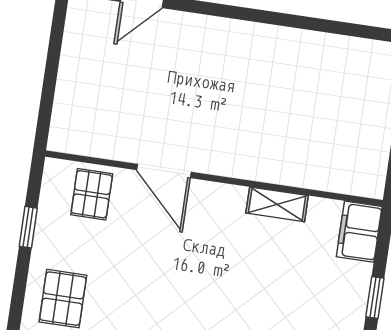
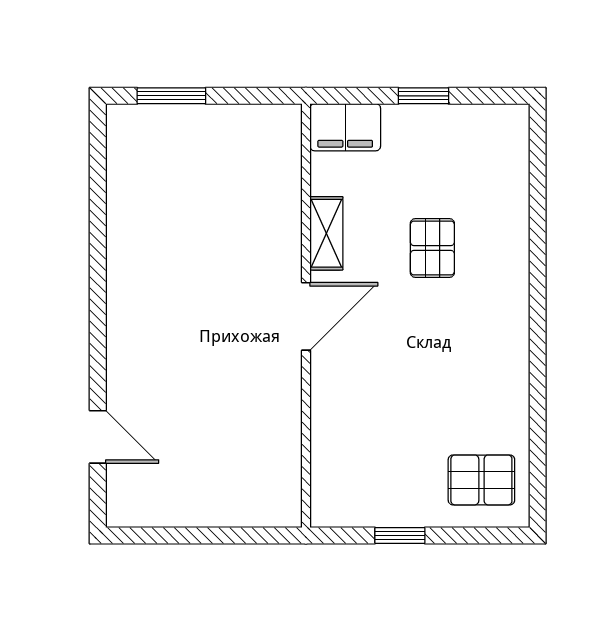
door: (164, 171) -> (306, 316), moved
pallet: (92, 194) -> (432, 248), moved, turned 90

